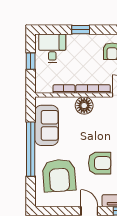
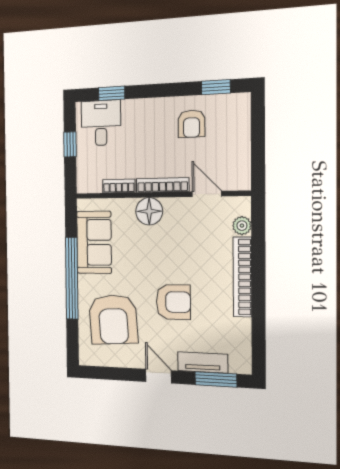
window: (81, 30) -> (112, 93), moved

